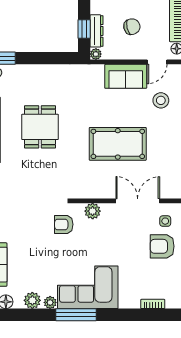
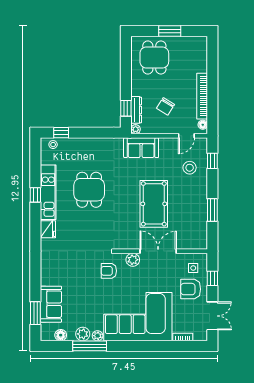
chair: (132, 27) -> (165, 106), turned 135
sofa: (126, 76) -> (141, 148), moved
pool table: (118, 144) -> (154, 204), turned 90
double door: (138, 201) -> (158, 251), moved
corner sofa: (88, 287) -> (138, 317), width x1.36, depth x1.36
window: (76, 315) -> (90, 346), moved

